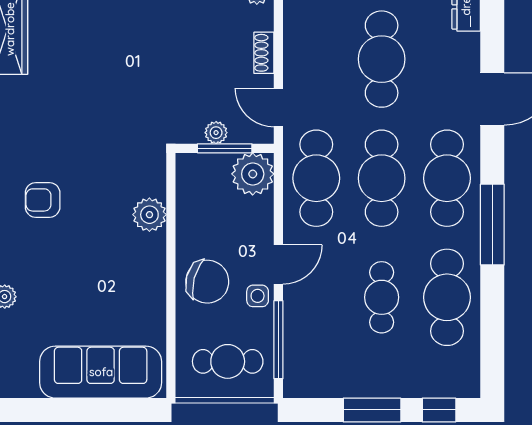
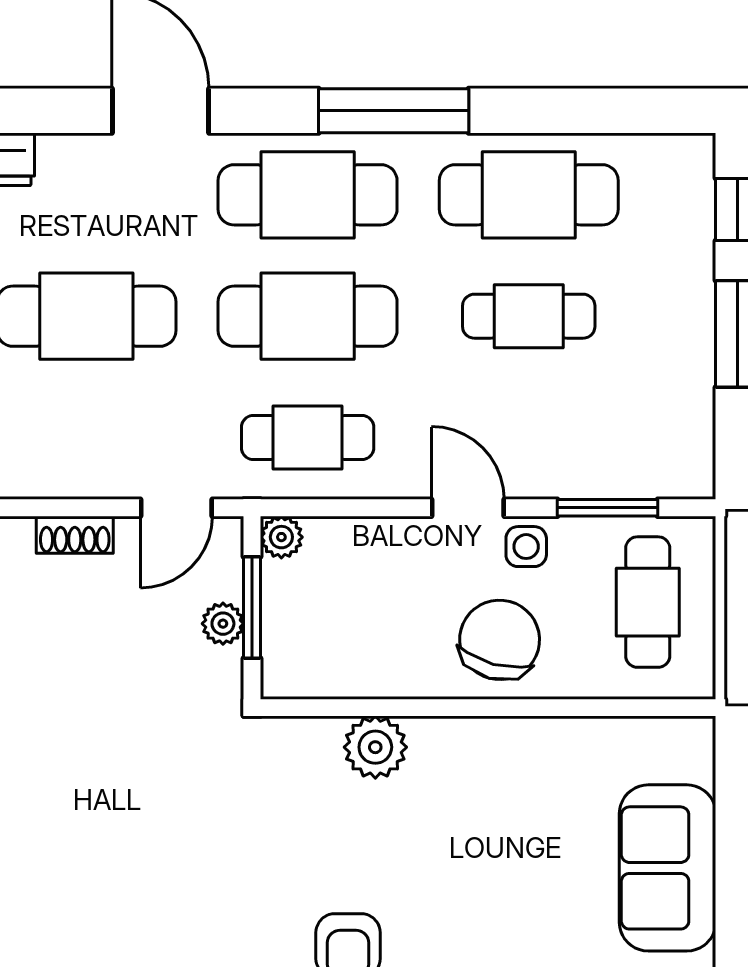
plant: (253, 174) -> (281, 537), width x0.53, depth x0.53
cafe table: (316, 178) -> (308, 438), width x0.73, depth x0.74
window: (278, 340) -> (607, 508), width x0.69
sofa: (101, 372) -> (668, 868), width x0.73

